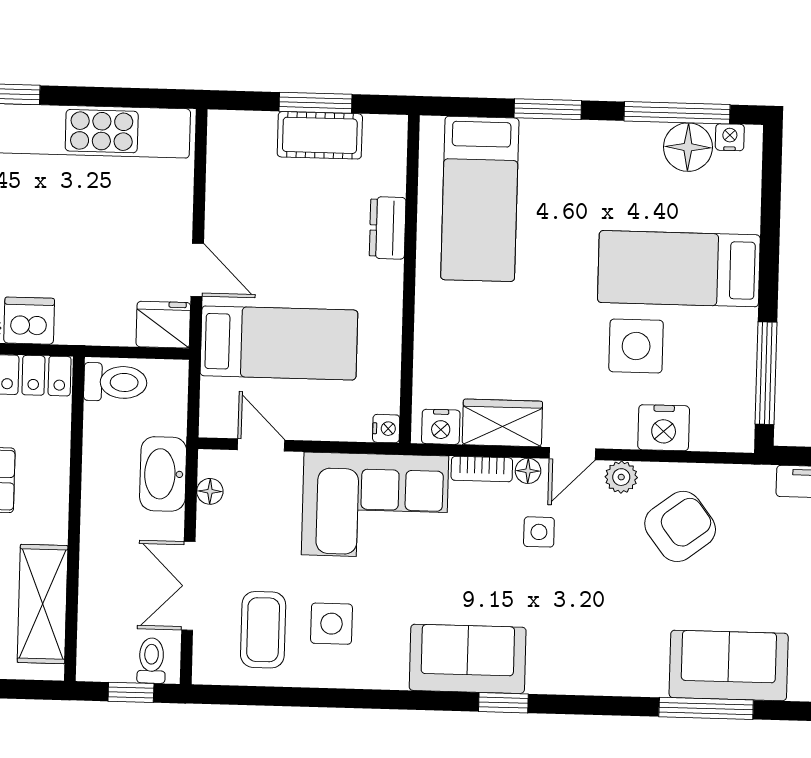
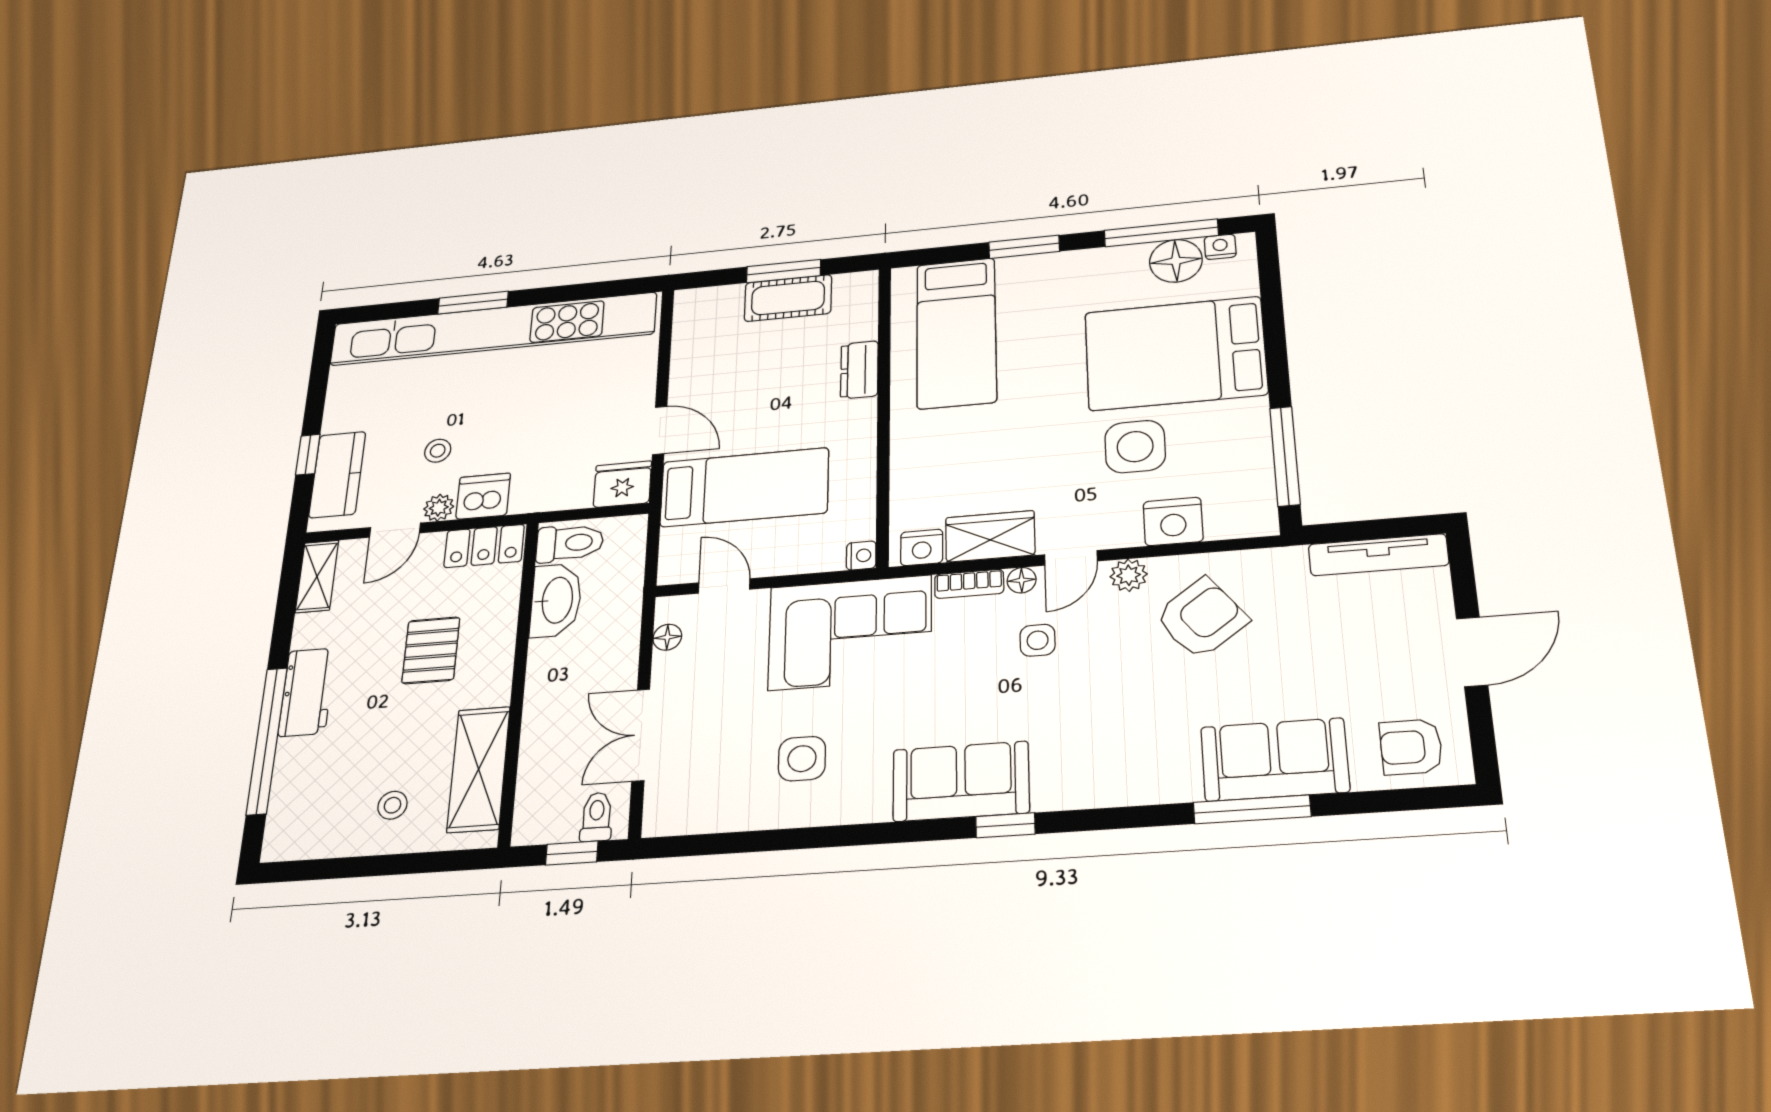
bed: (679, 269) -> (1175, 353), width x1.50
washbasin: (163, 474) -> (556, 600), moved, turned 180
coffee table: (263, 630) -> (724, 772), removed

